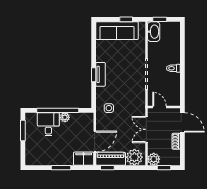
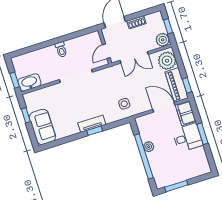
sofa: (117, 31) -> (42, 127), width x0.73
desk: (48, 124) -> (188, 138), moved, turned 180

